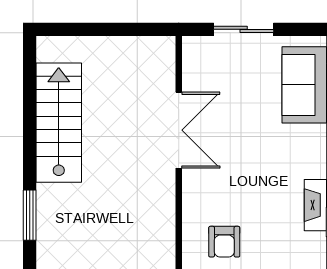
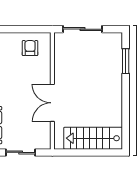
stairs: (59, 123) -> (93, 138), moved, turned 90

